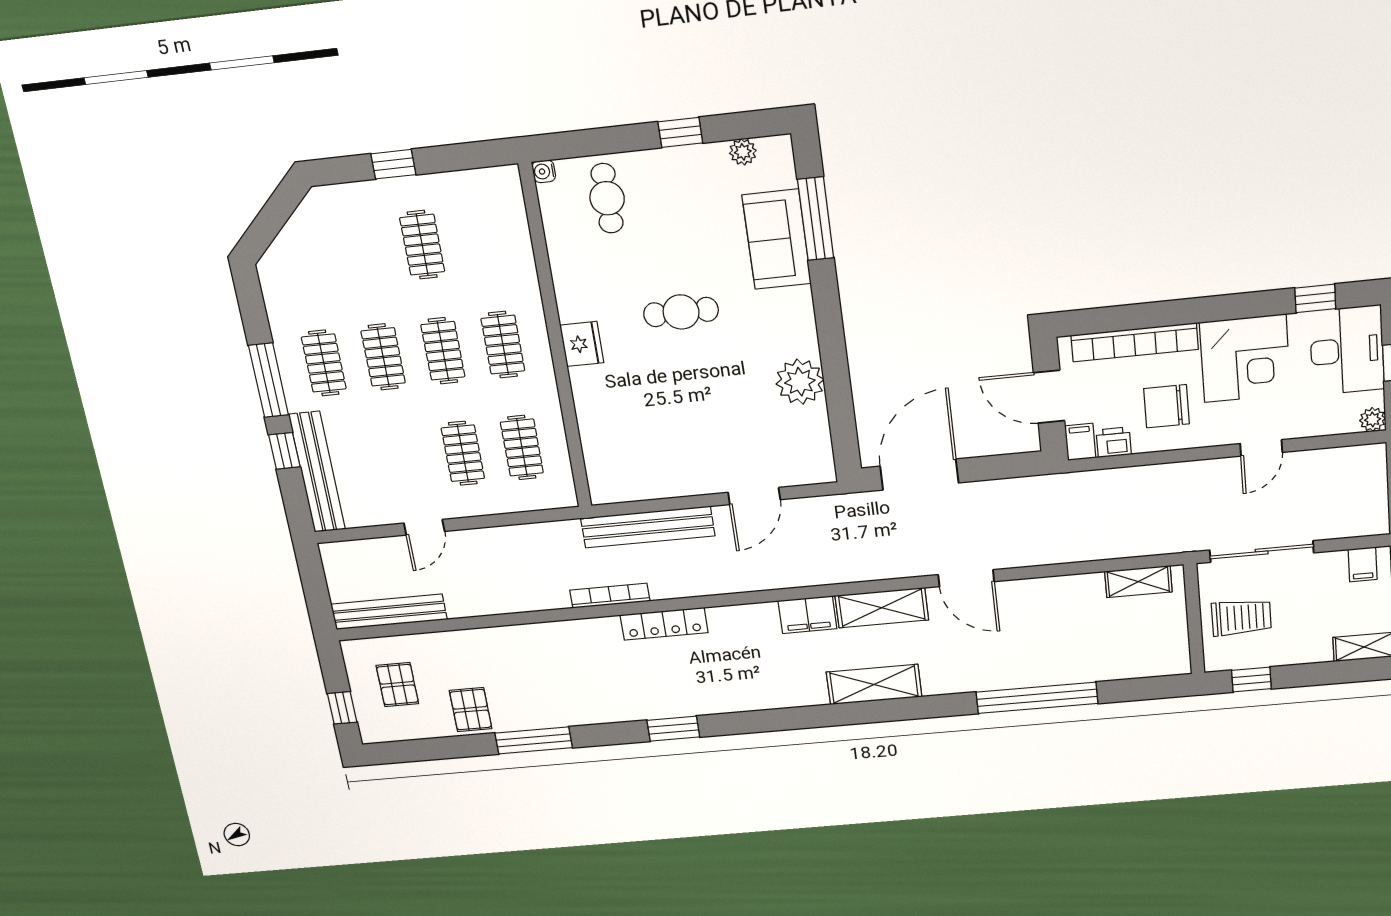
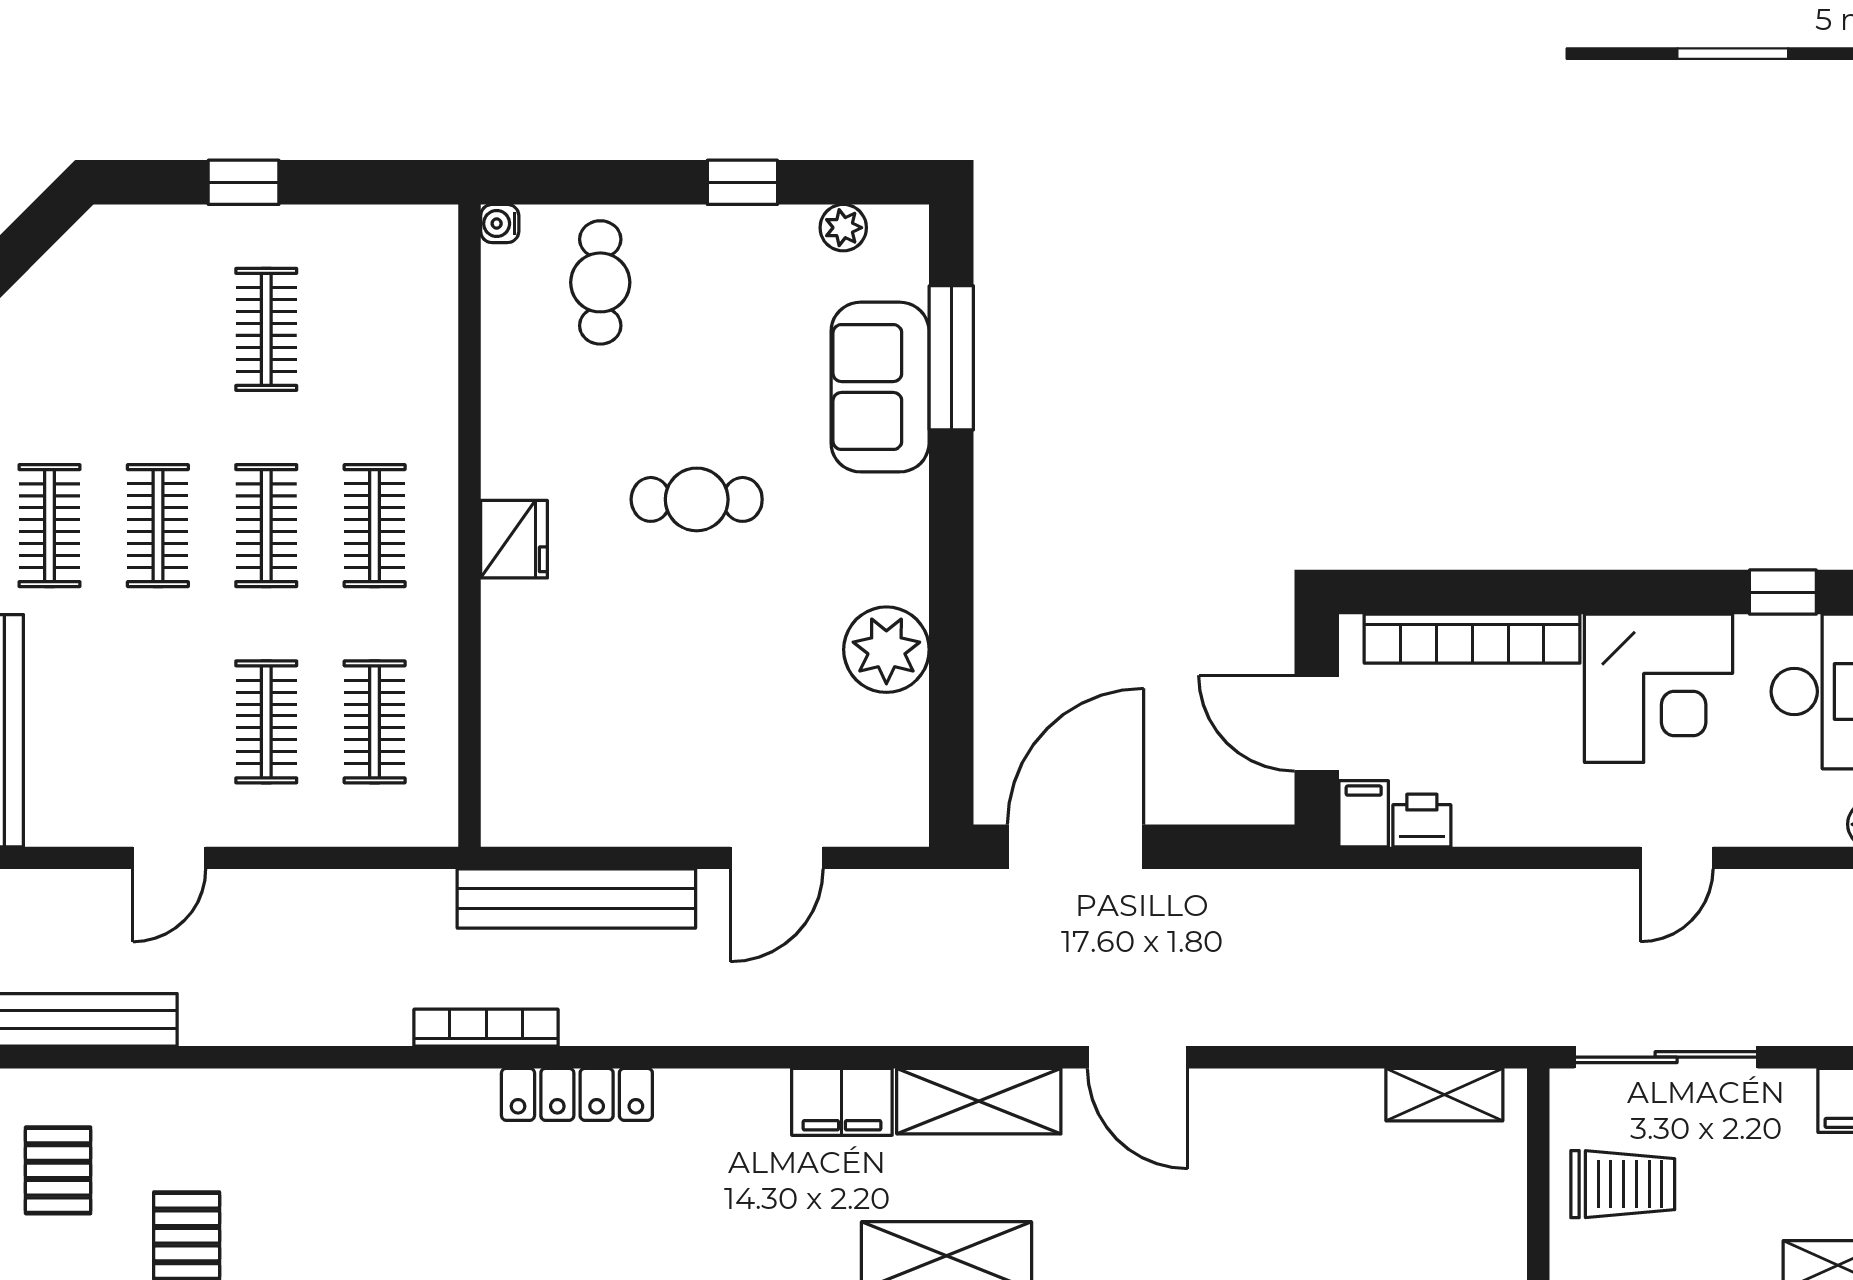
chair: (1166, 406) -> (1518, 762), removed

